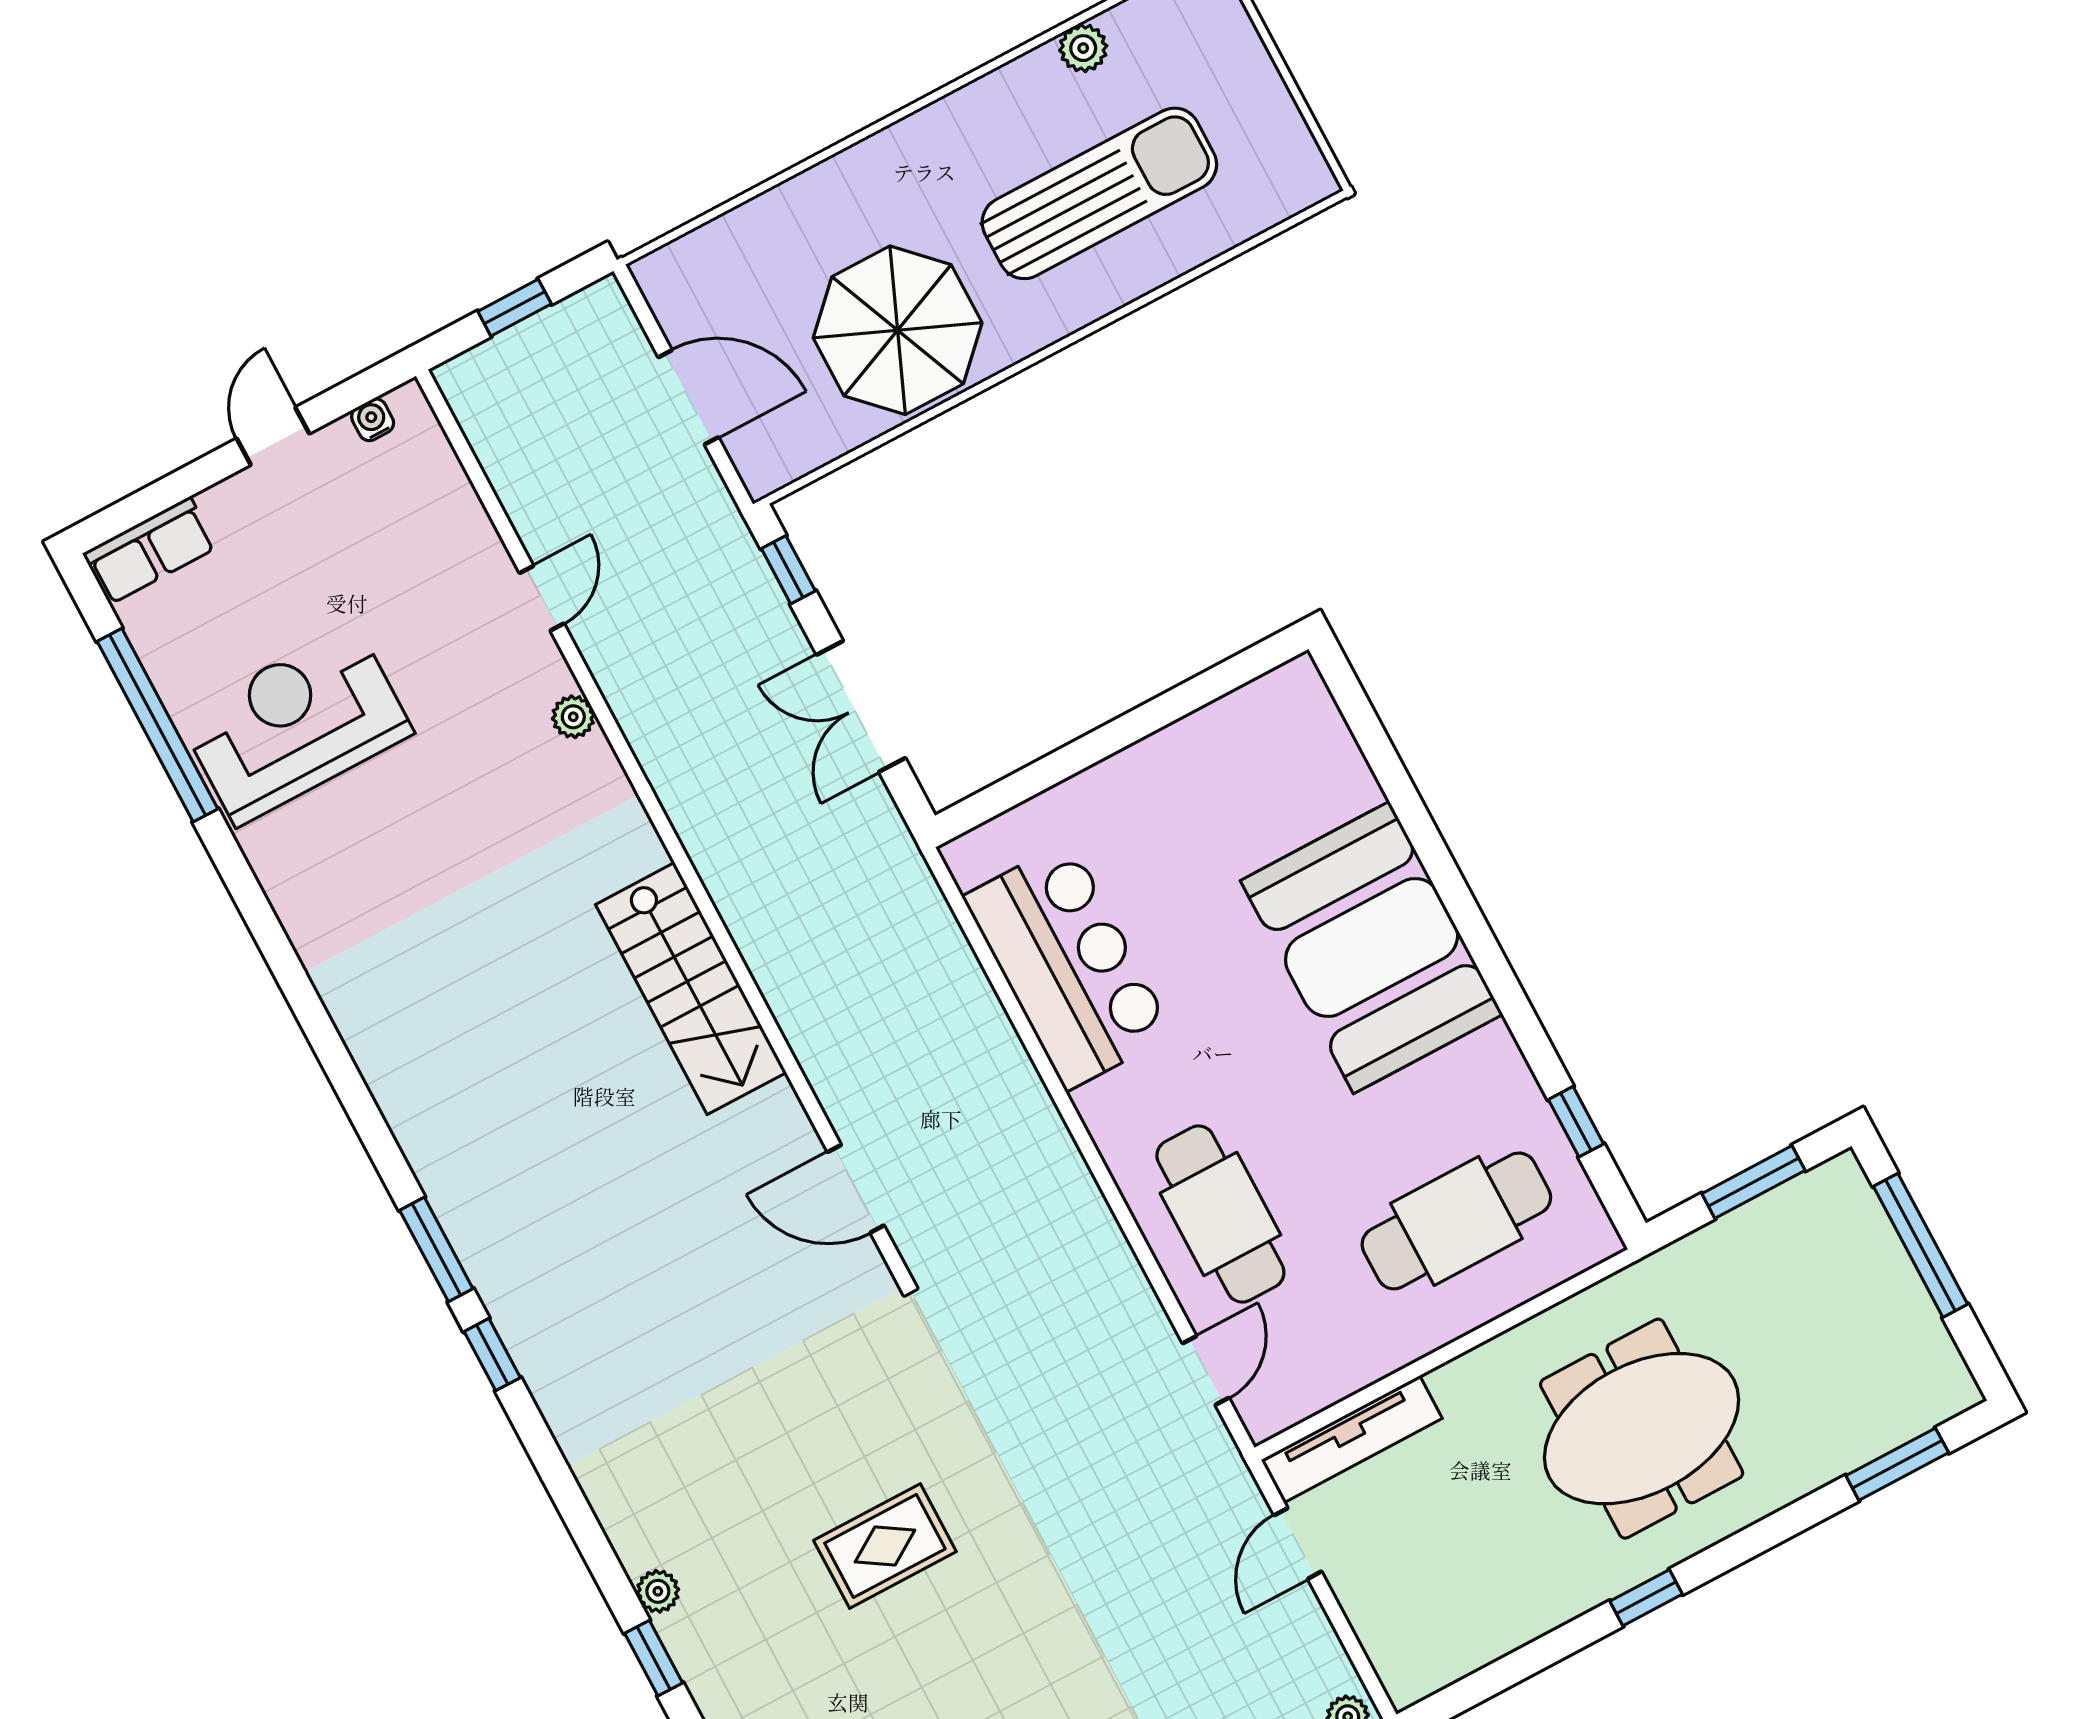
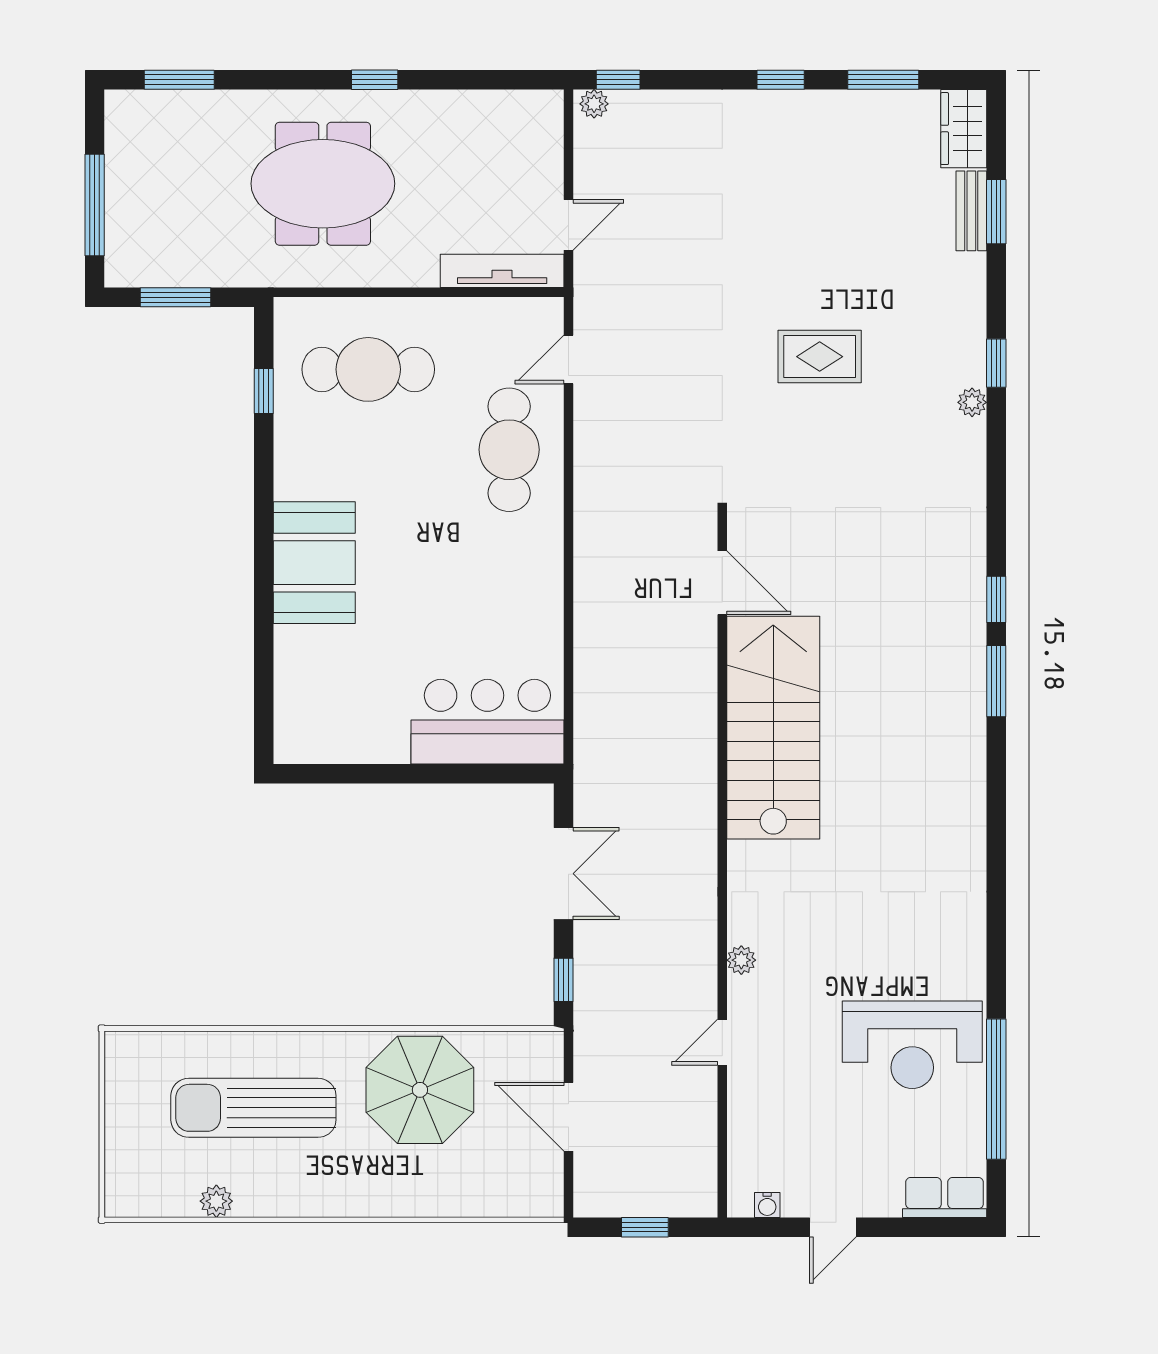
booth: (1372, 948) -> (314, 563), width x0.73, depth x0.70
bar counter: (1068, 966) -> (487, 722), moved, turned 90
stairs: (691, 989) -> (773, 728), width x1.36, depth x1.51

